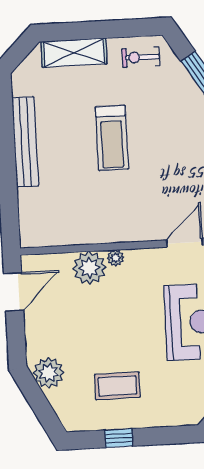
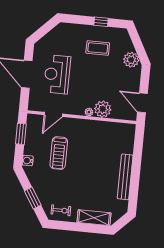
treadmill: (112, 138) -> (59, 153), moved, turned 180
door: (14, 292) -> (142, 103), hinge flipped

